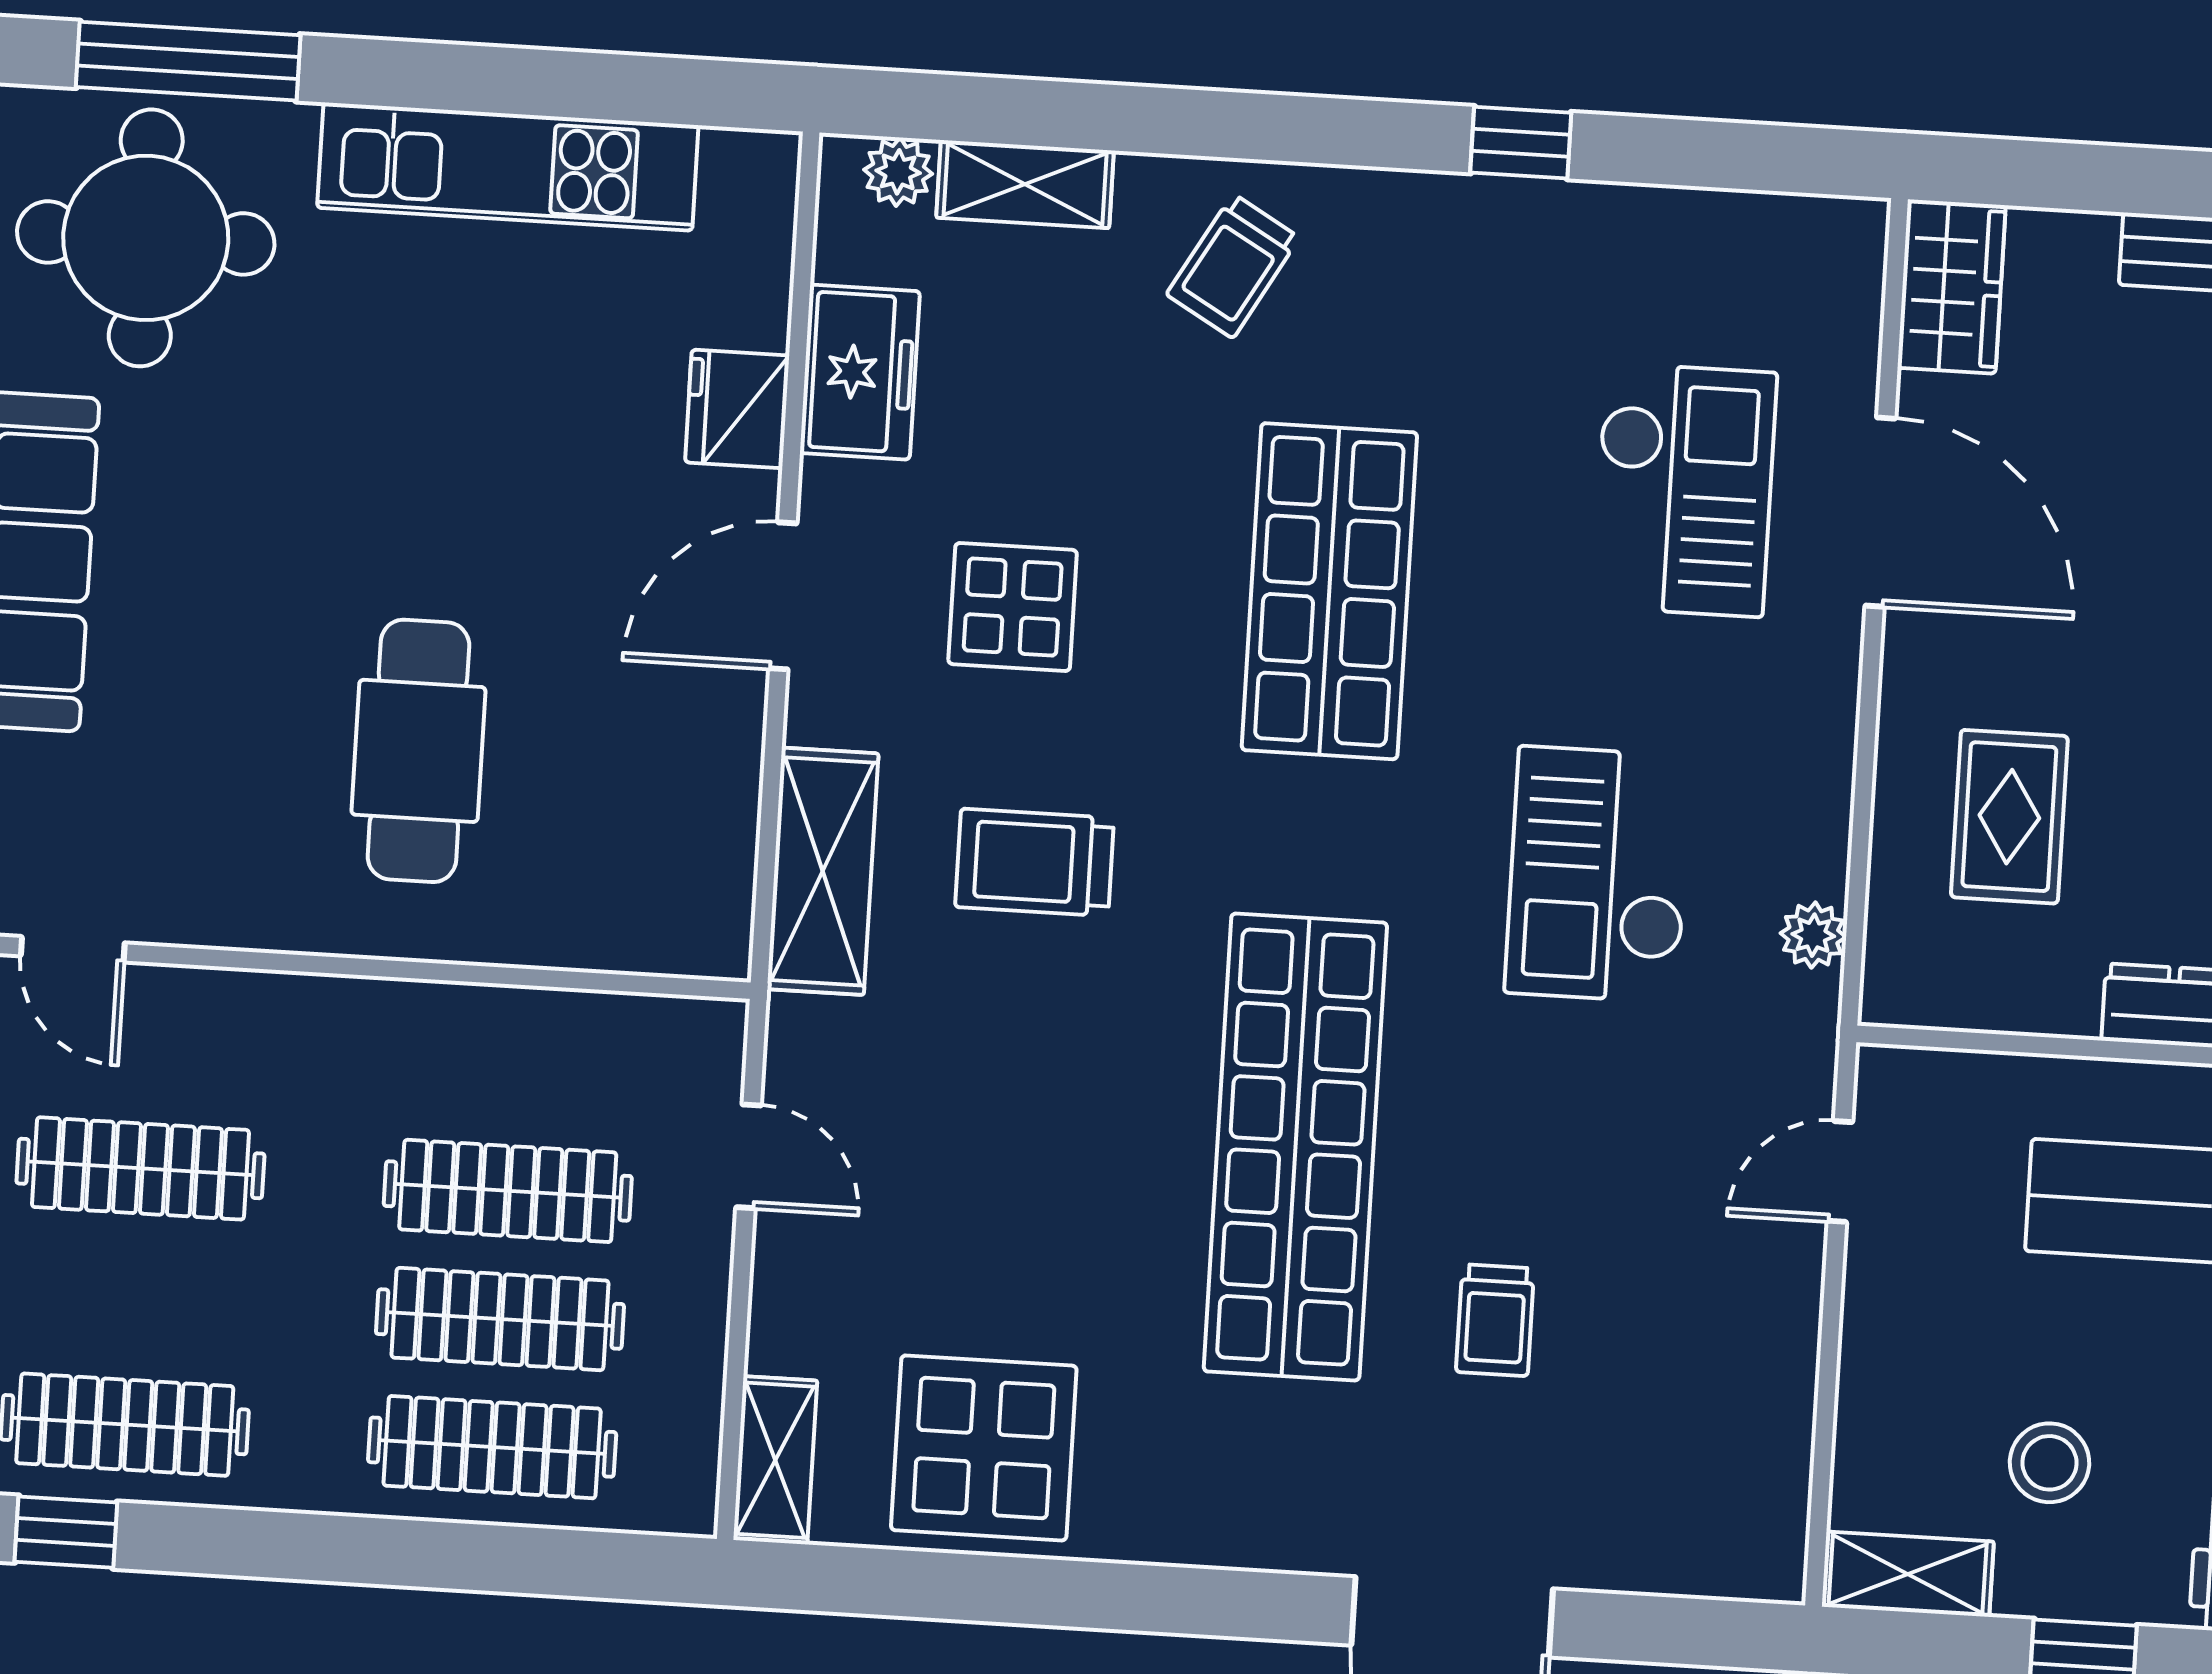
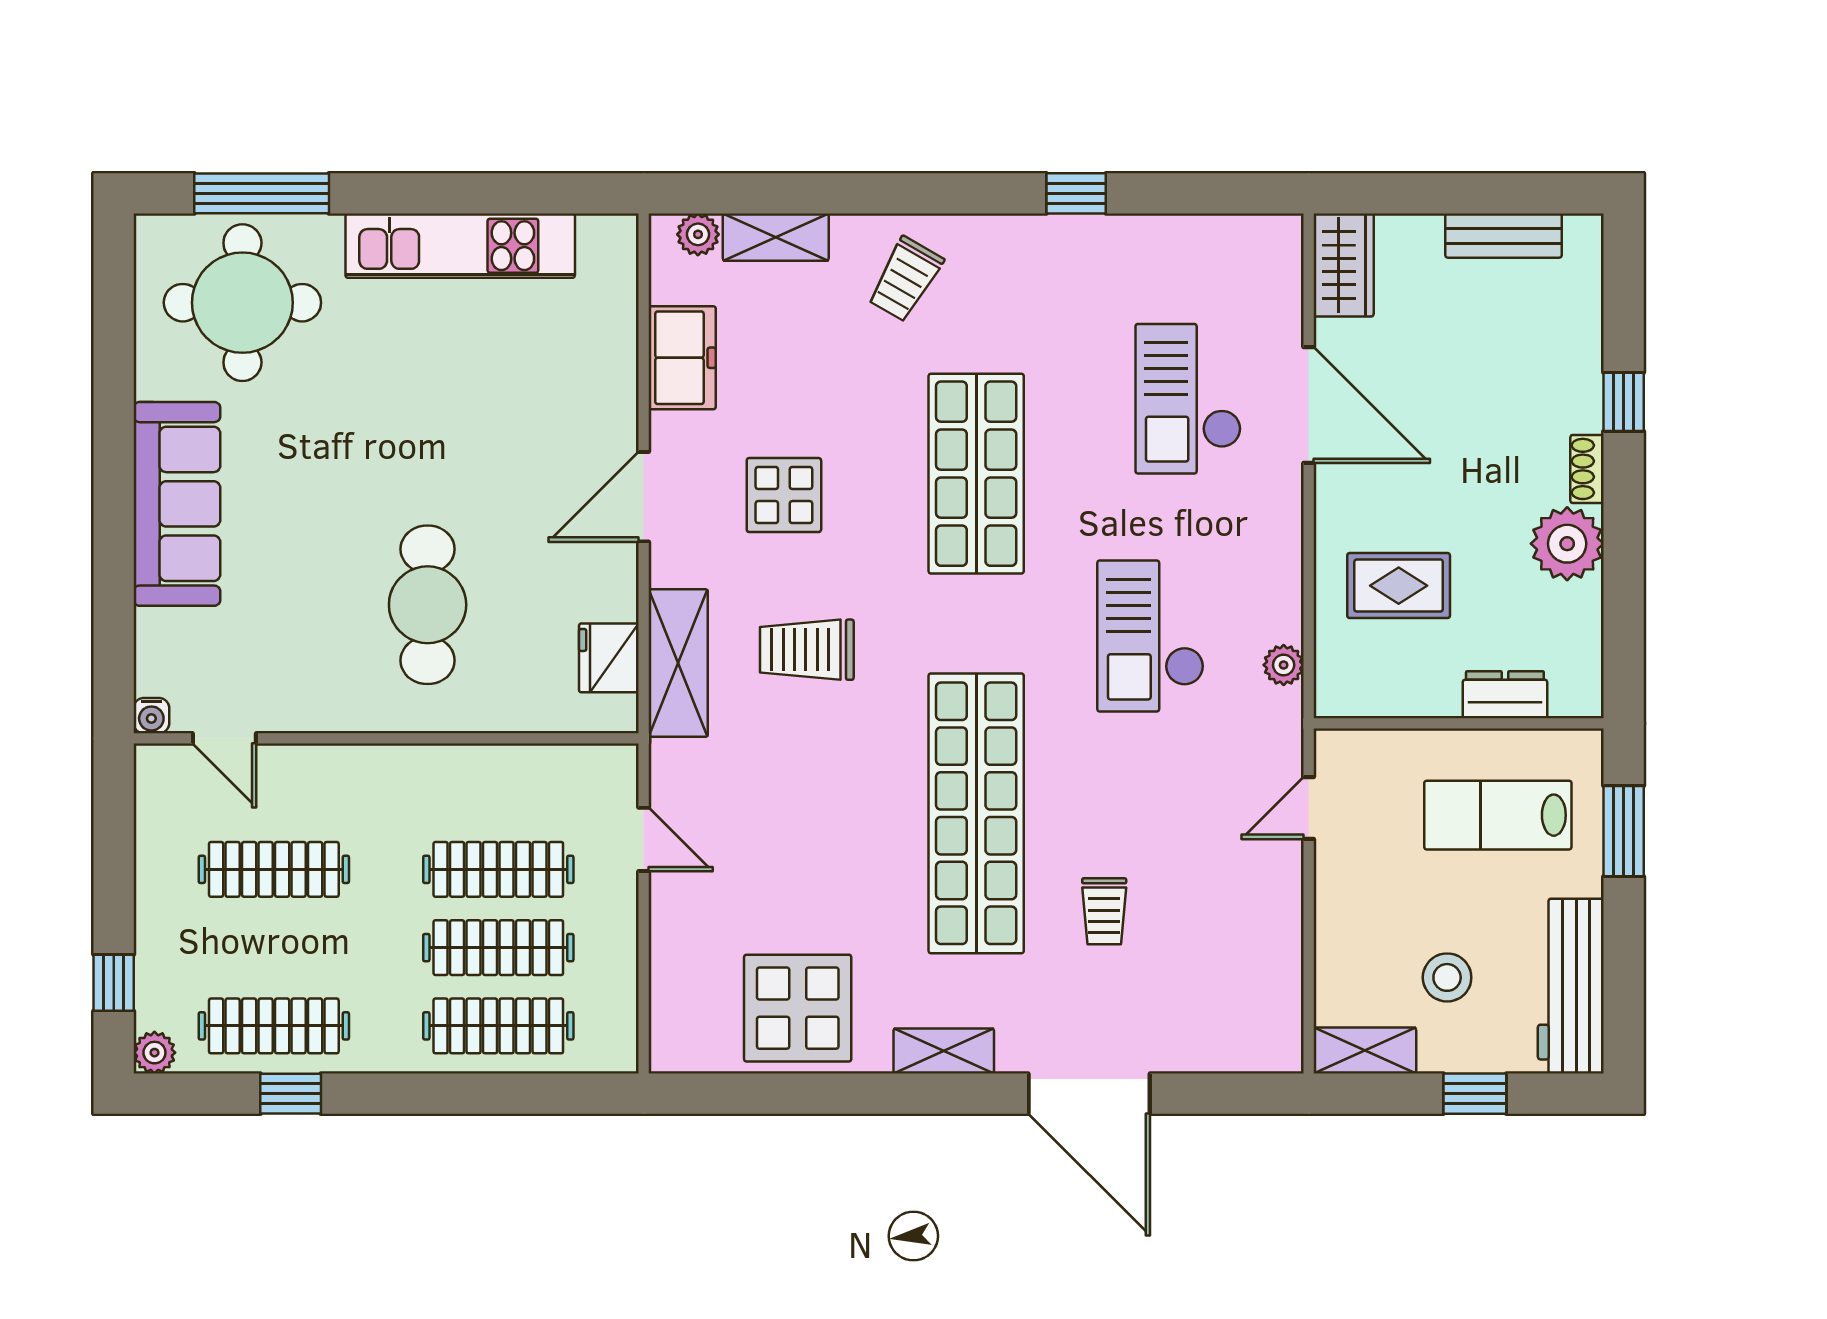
fridge: (737, 409) -> (609, 658), moved
checkout: (1684, 490) -> (1188, 399), turned 180
rug: (2009, 817) -> (1399, 586), turned 90
shelving: (775, 1460) -> (944, 1051), moved, turned 90
window: (66, 1532) -> (291, 1094), moved

